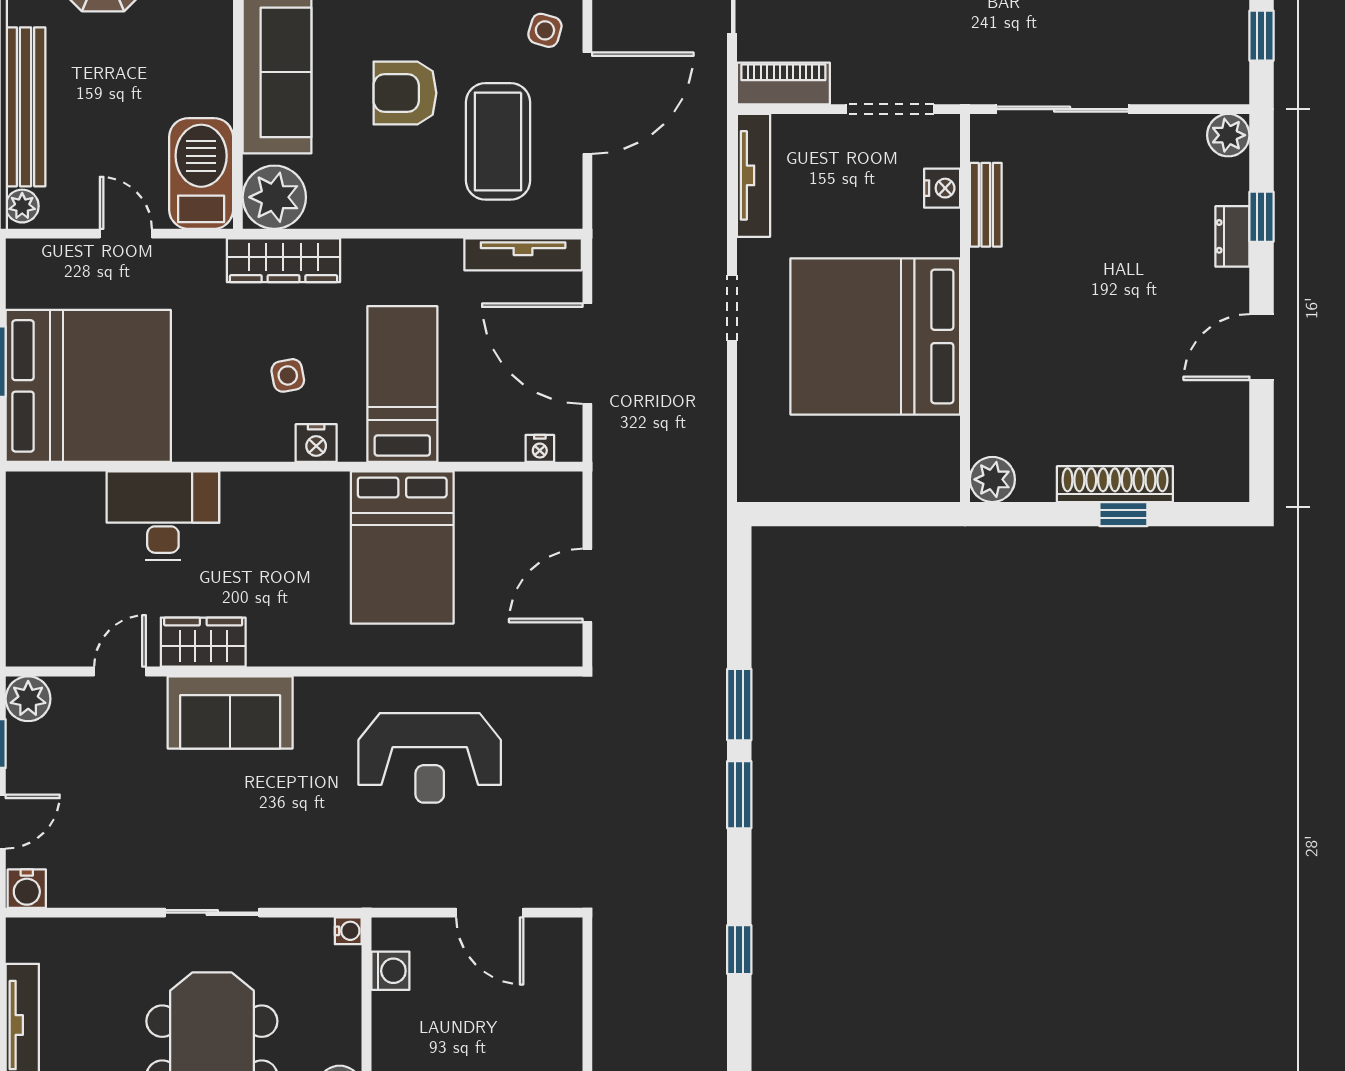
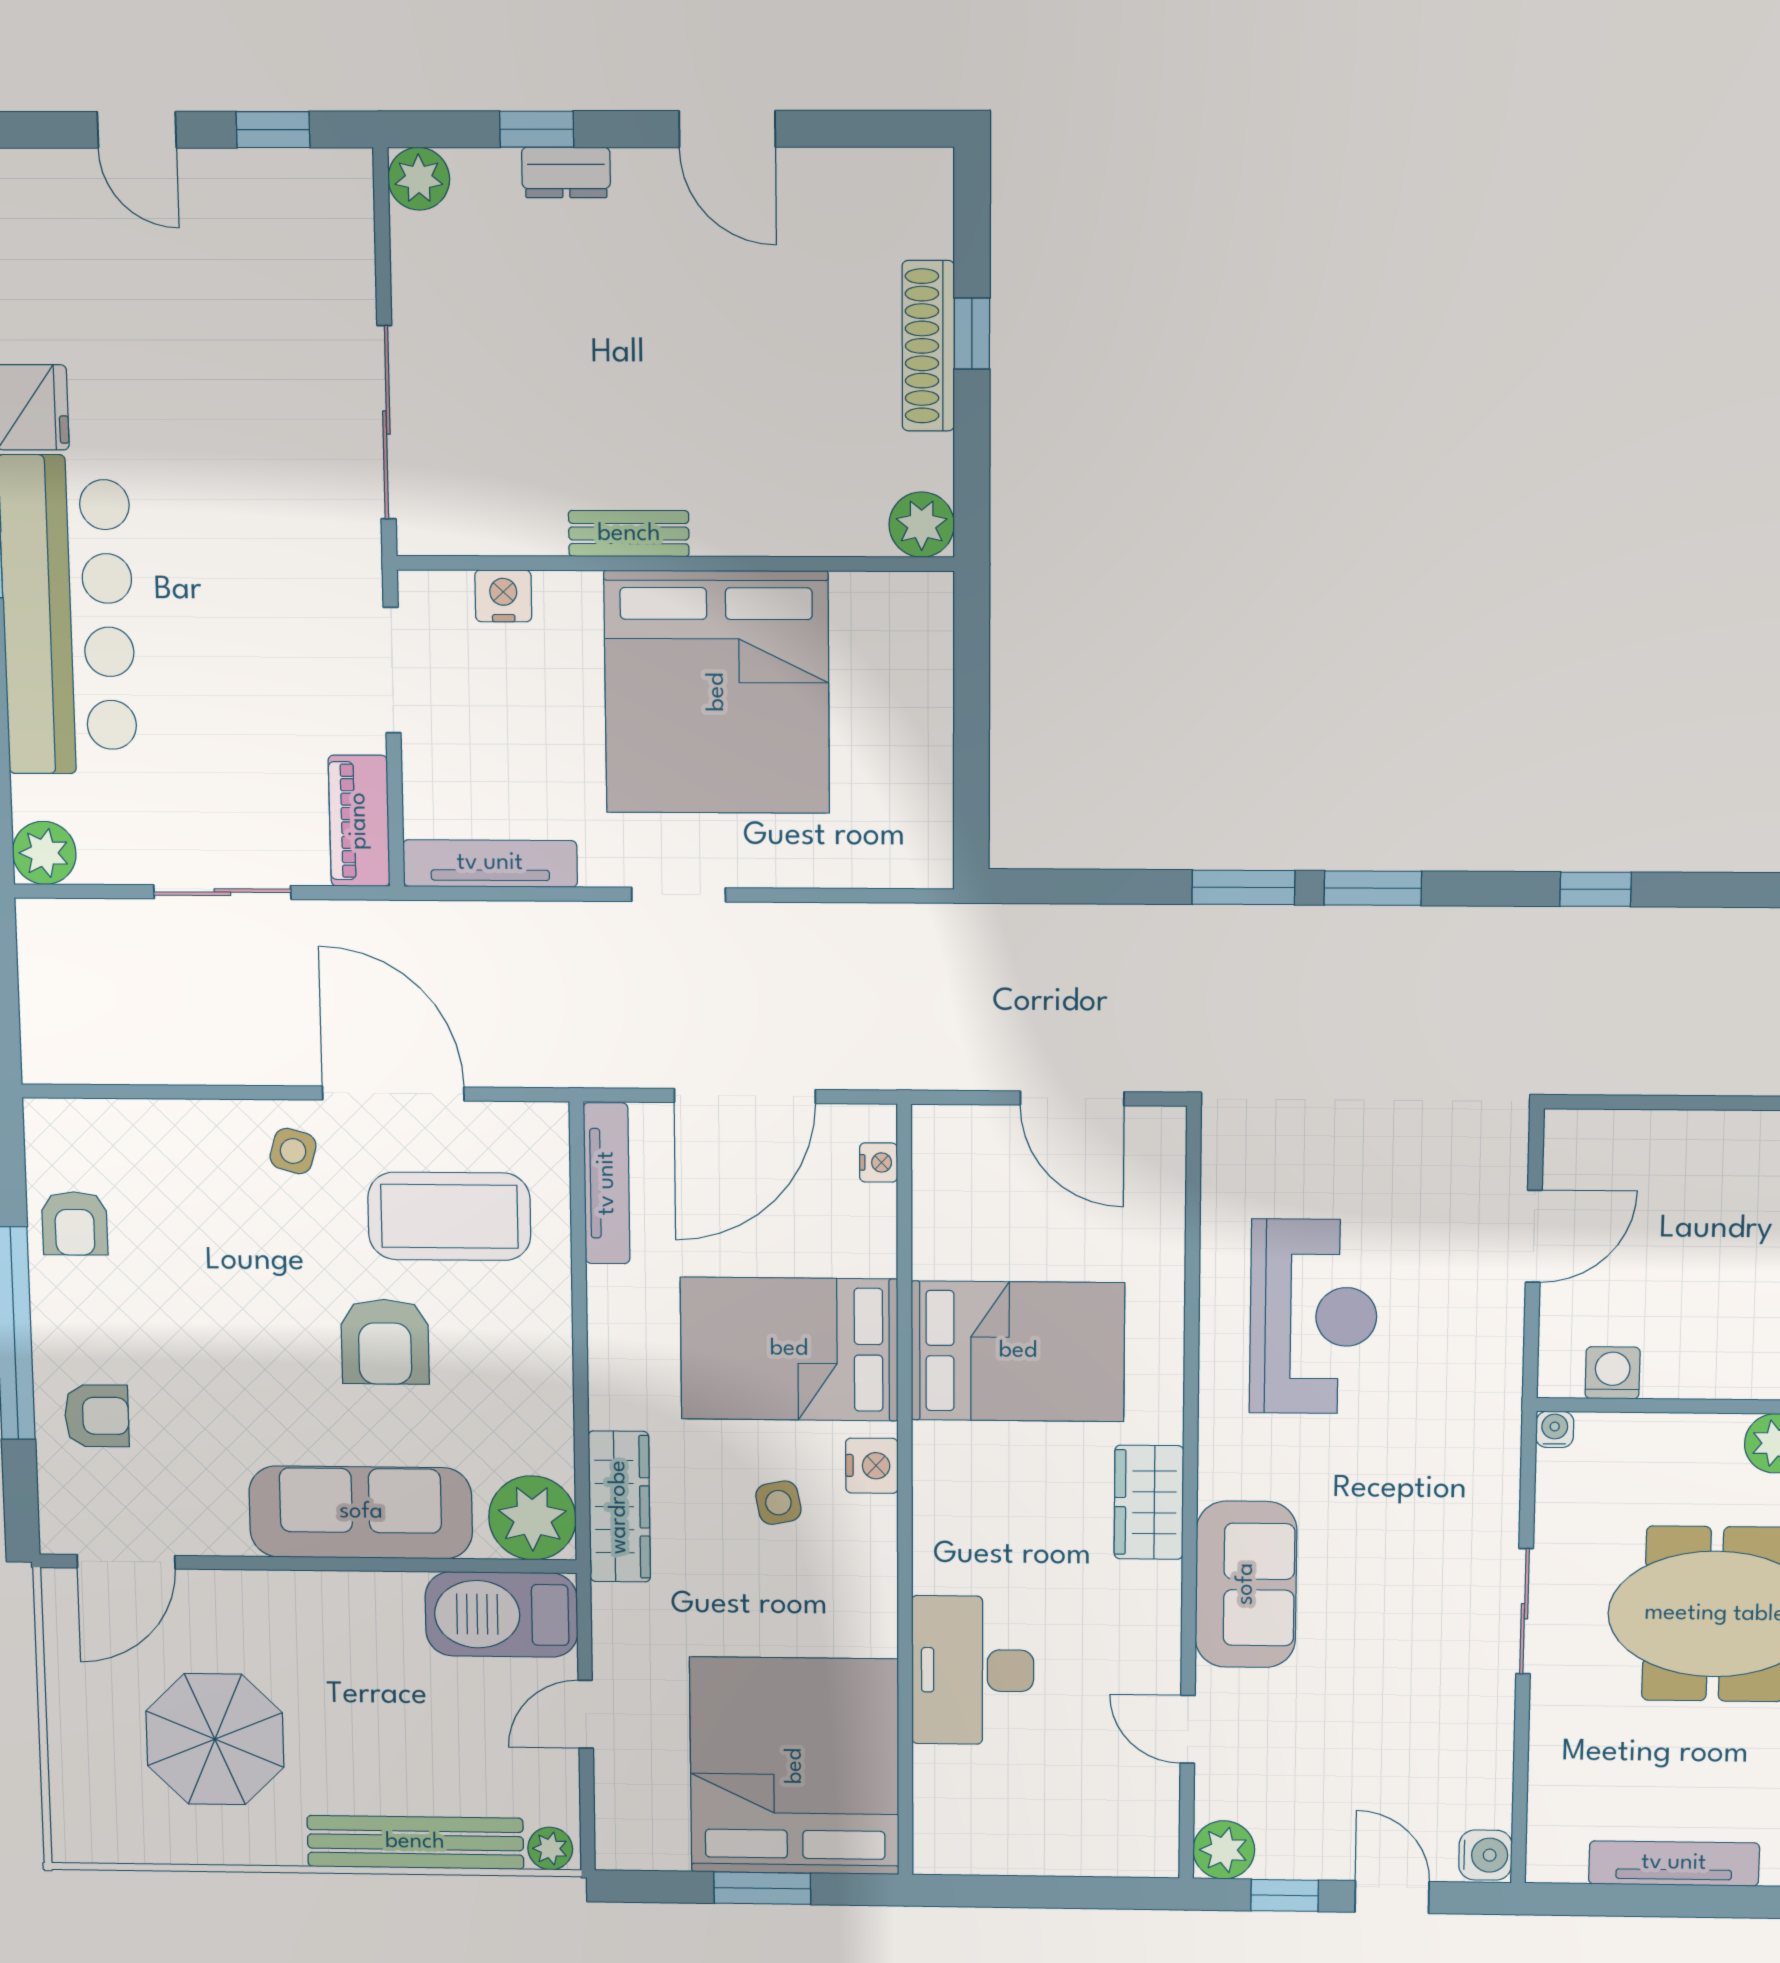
bench: (986, 205) -> (629, 534), moved
bed: (402, 384) -> (789, 1349), width x1.50
wardrobe: (203, 642) -> (1149, 1502), moved

